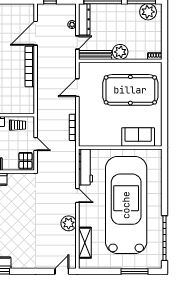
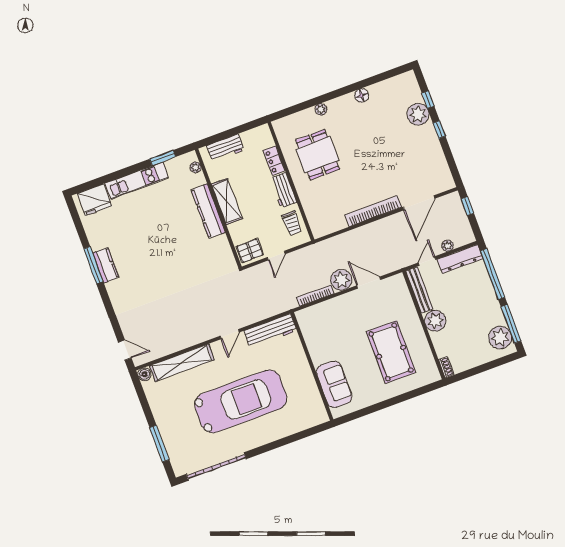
door: (36, 33) -> (419, 203), swing flipped
door: (77, 43) -> (427, 261), swing flipped
pool table: (130, 90) -> (391, 352), width x0.73, depth x0.76
car: (126, 205) -> (241, 401), width x0.73, depth x0.67
plant: (69, 223) -> (341, 280), moved
shelving: (85, 243) -> (182, 363), width x1.47
boiler: (83, 264) -> (144, 374), added

